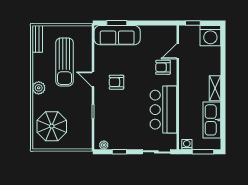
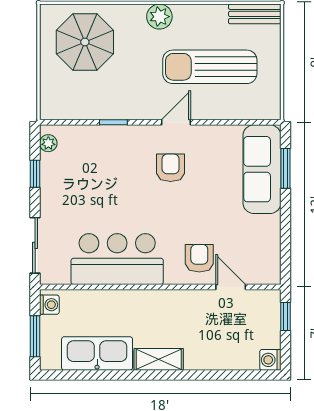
washing machine: (210, 36) -> (270, 360), width x0.53, depth x0.53

